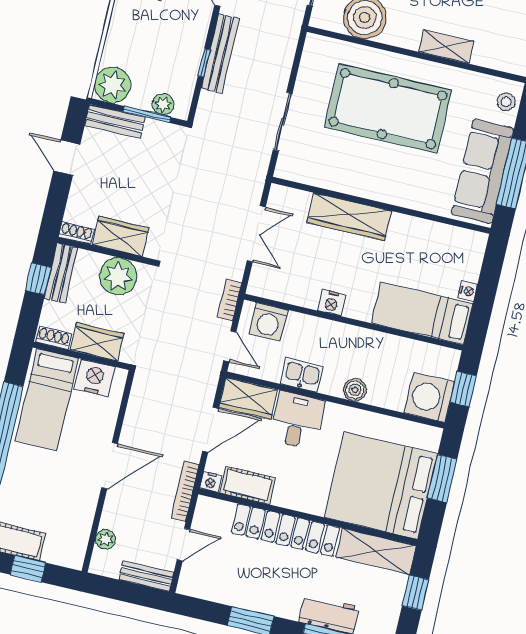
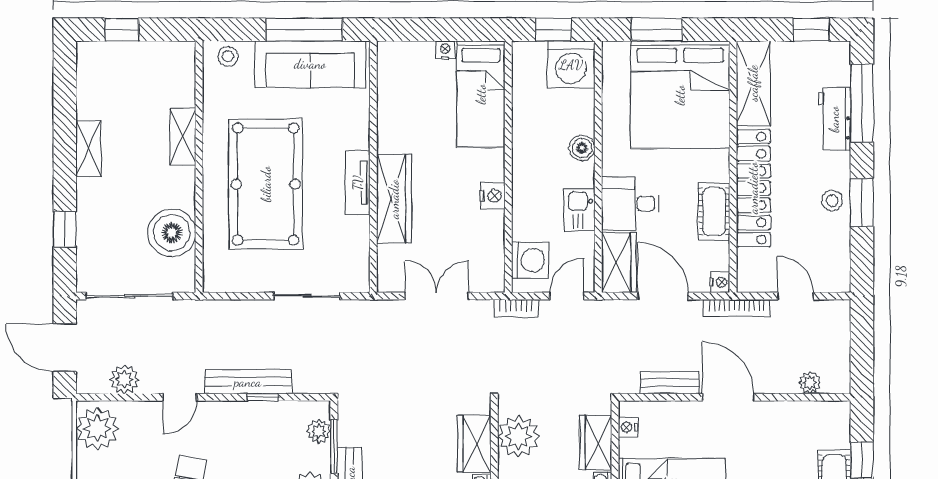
tv unit: (370, 189) -> (358, 183), added
nightstand: (94, 378) -> (628, 427), width x0.53, depth x0.56
cot: (248, 485) -> (714, 212), moved
bench: (146, 576) -> (670, 383), moved, turned 90
window: (415, 593) -> (811, 30), moved
stool: (259, 596) -> (832, 200), added

